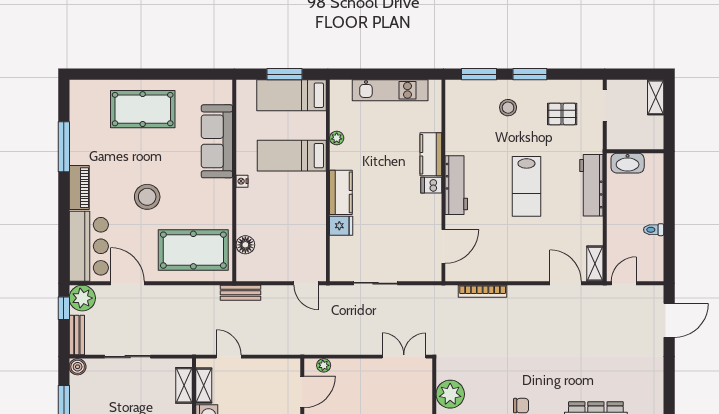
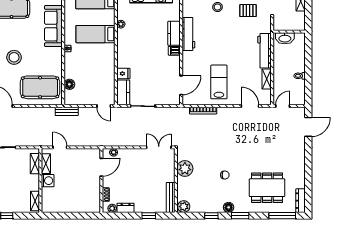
workbench: (456, 185) -> (188, 34), moved
lab bench: (526, 186) -> (219, 82), moved, turned 180
kitchen counter: (341, 192) -> (123, 92), moved
shelving: (595, 264) -> (267, 79), moved

